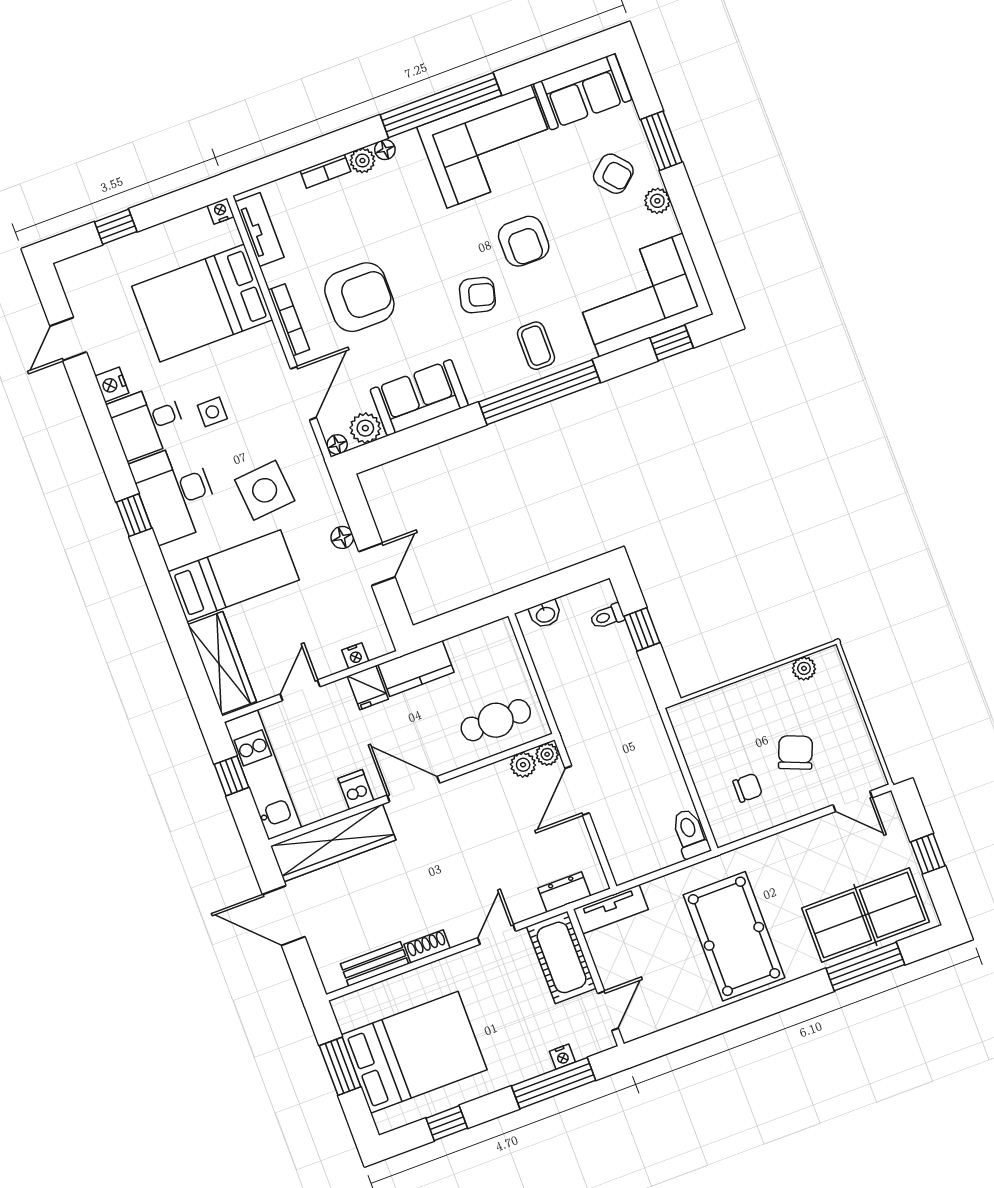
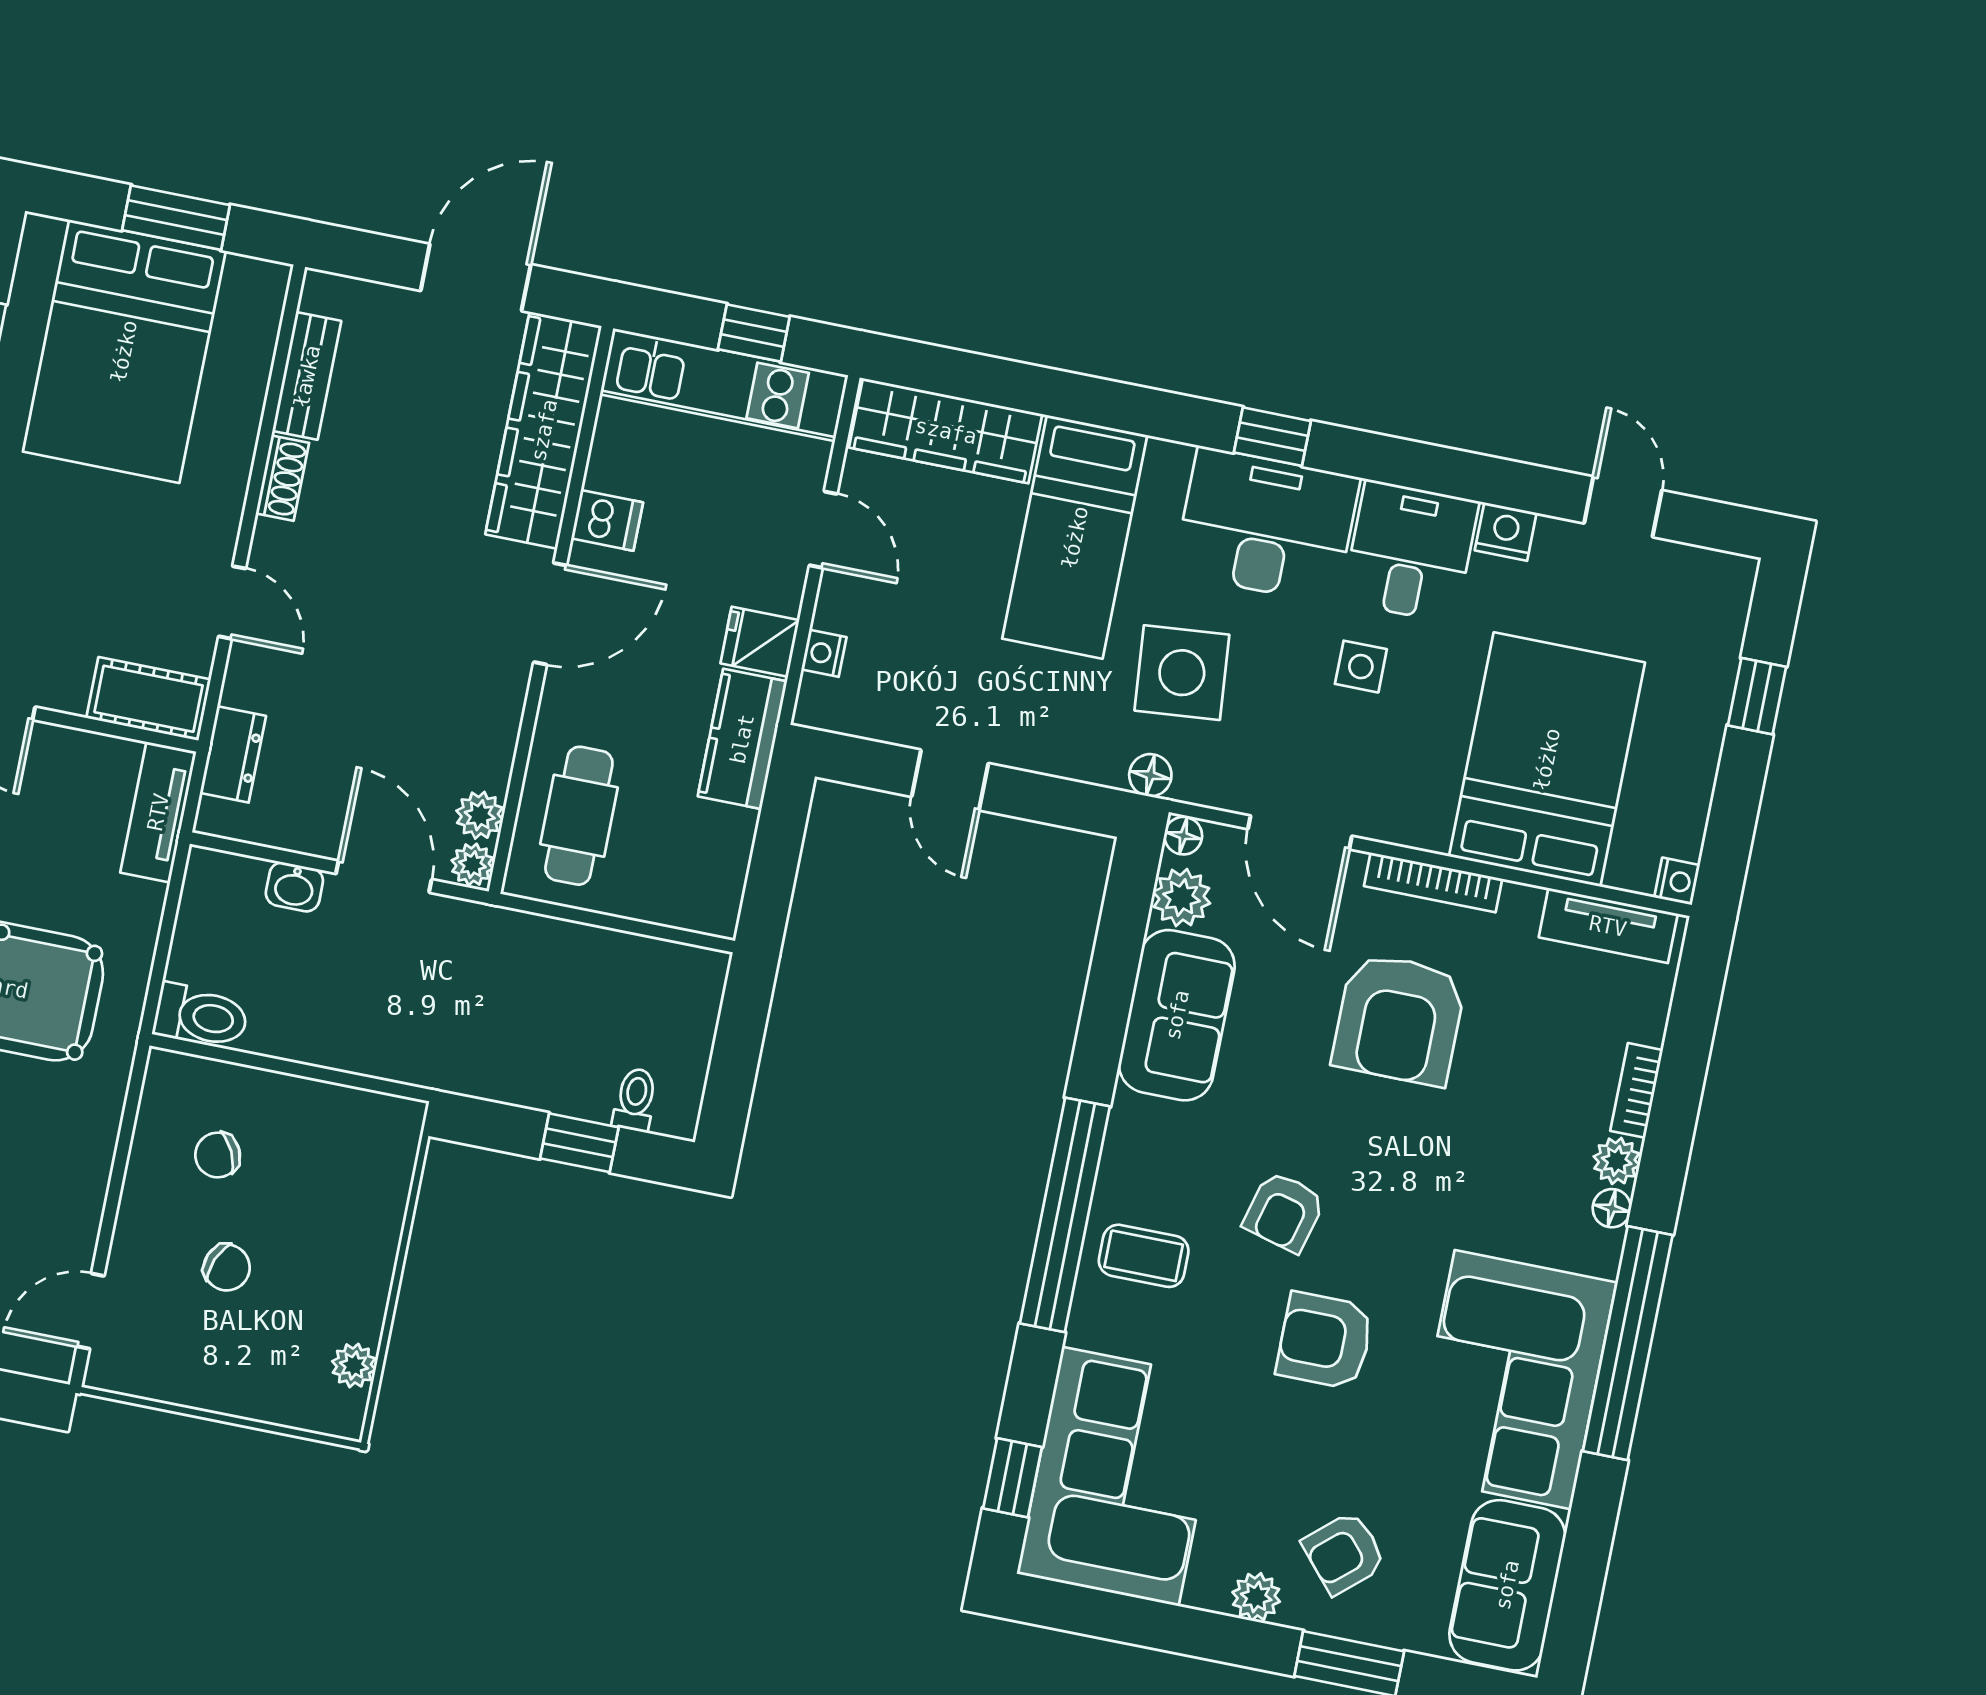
floor lamp: (342, 537) -> (1150, 775), moved
washbasin: (545, 614) -> (294, 887), moved, turned -90
chair: (795, 752) -> (227, 1267), width x0.73, depth x0.73
chair: (748, 788) -> (218, 1155), turned 64
cot: (561, 957) -> (149, 699), width x0.73, depth x0.75

